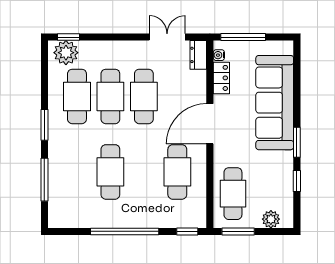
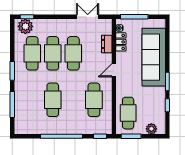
dresser: (198, 55) -> (107, 44), moved
door: (210, 124) -> (114, 70), width x0.53

